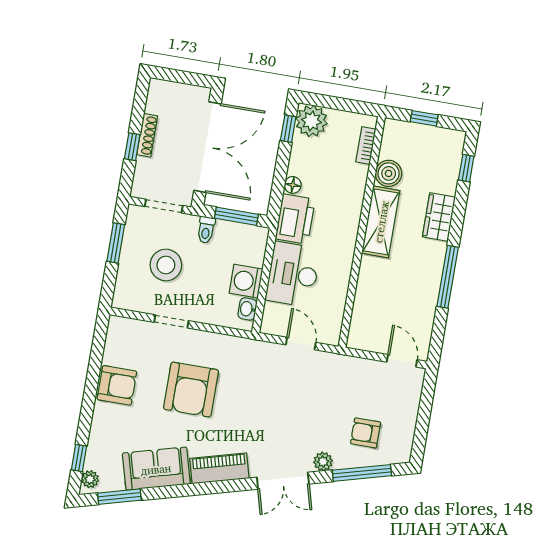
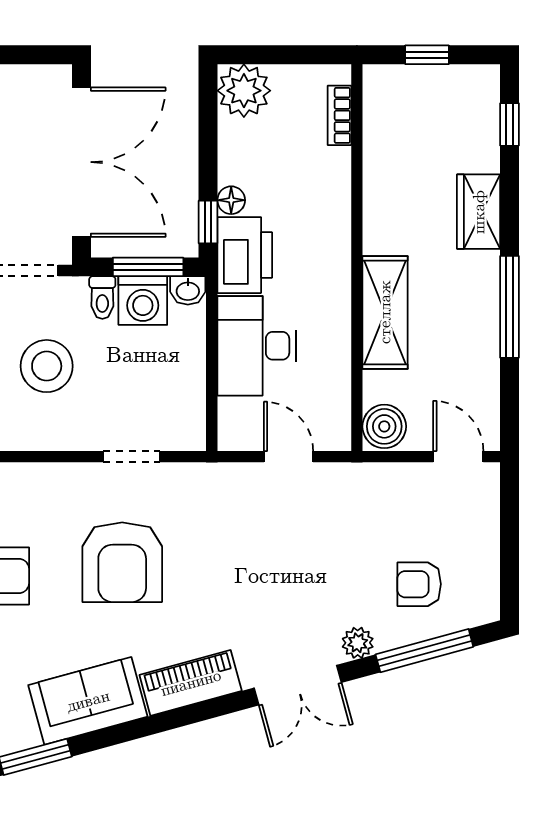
window: (288, 129) -> (208, 222), moved
boiler: (389, 173) -> (384, 426), moved
shelving: (381, 222) -> (385, 312), moved
washing machine: (246, 281) -> (143, 301), moved, turned -90
washbasin: (247, 309) -> (188, 290), moved, turned -90
doorway: (171, 321) -> (131, 457), moved

